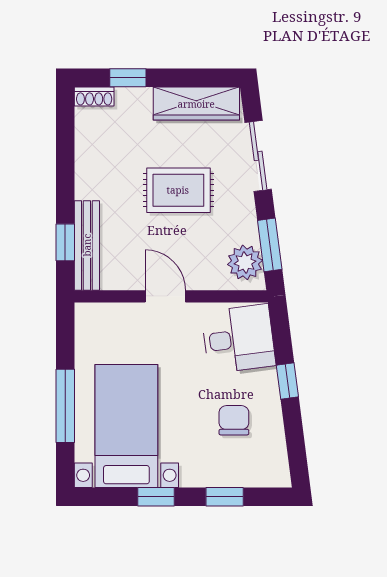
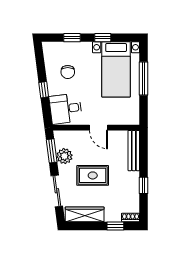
window: (65, 242) -> (144, 185), moved
plant: (245, 262) -> (64, 156), moved

